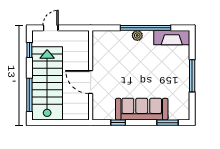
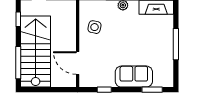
side table: (108, 58) -> (94, 27), added
door: (91, 82) -> (78, 63), moved
sofa: (142, 109) -> (134, 77), width x0.73

